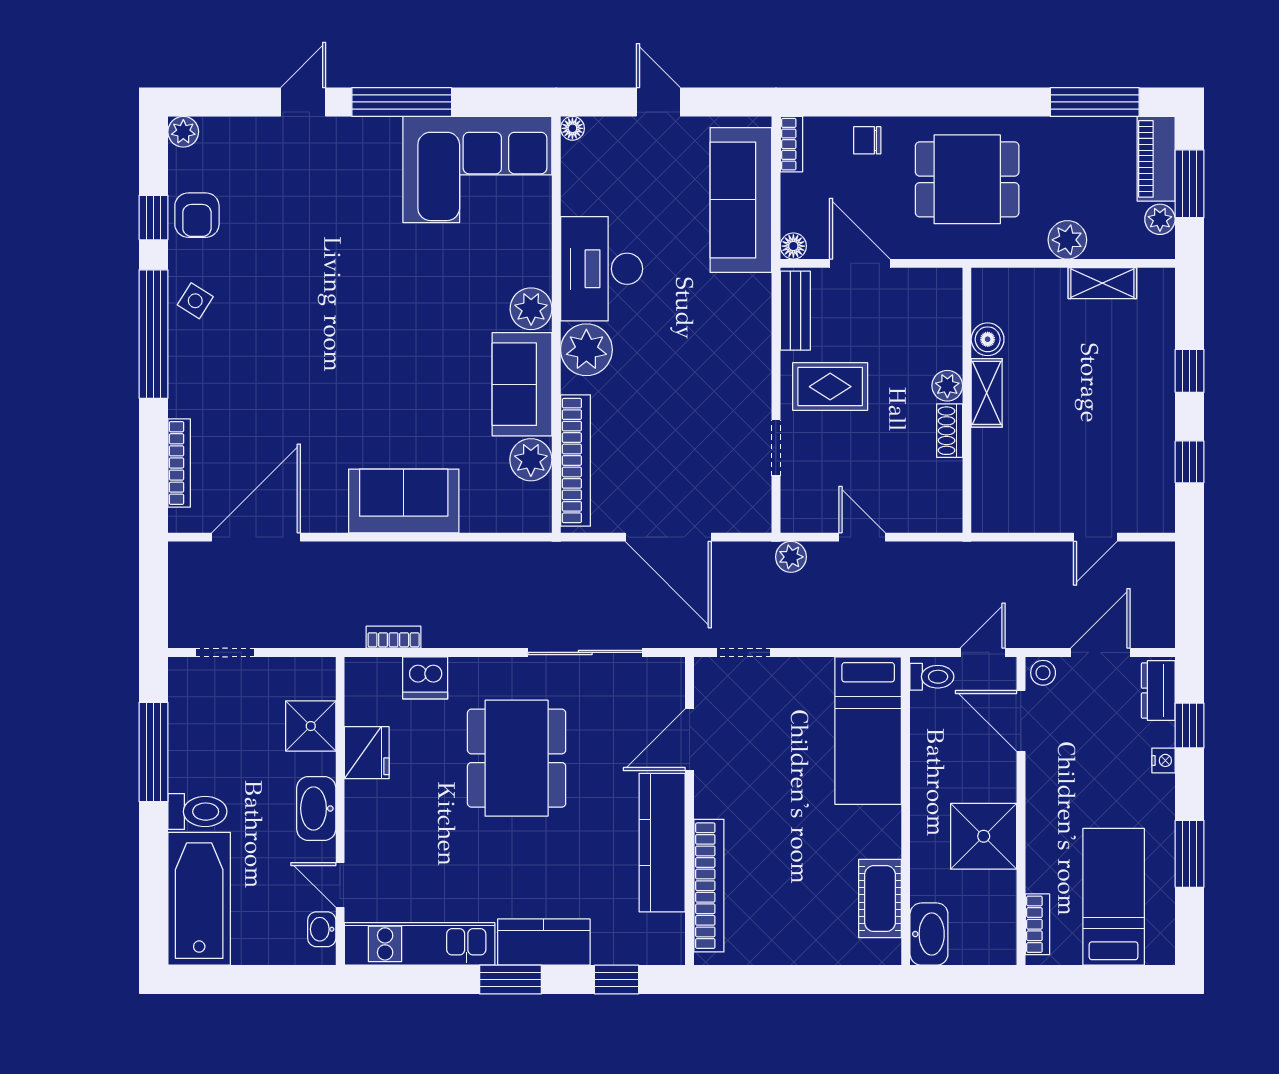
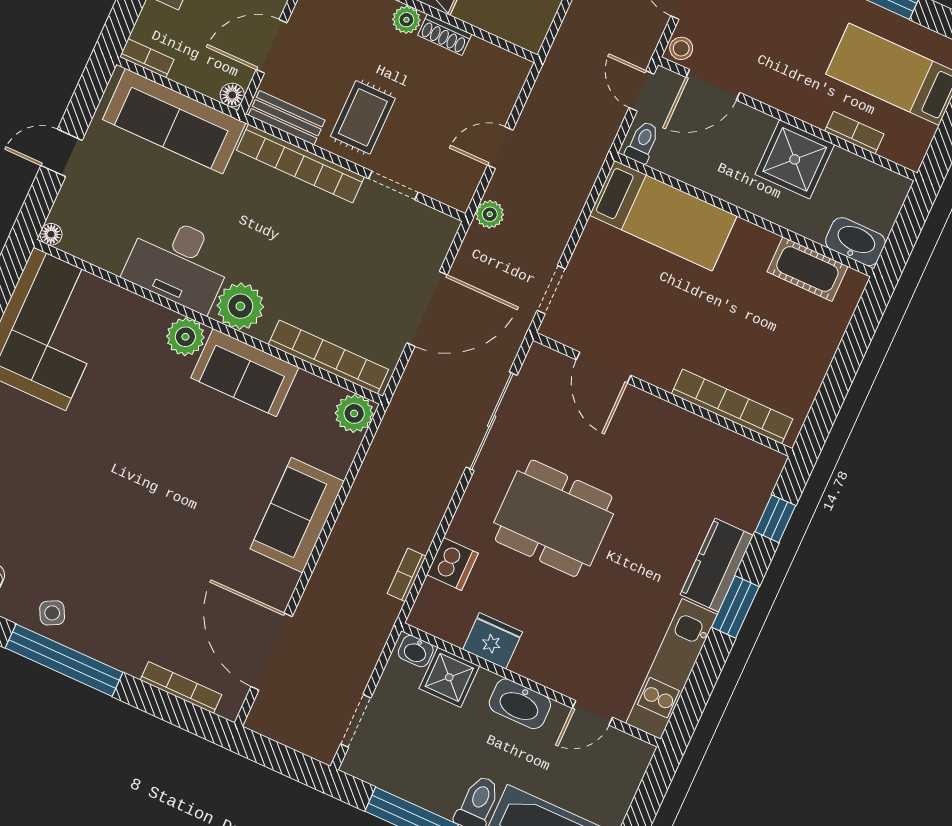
side table: (195, 301) -> (52, 613), turned 31
bookcase: (756, 345) -> (300, 164), added
plant: (531, 460) -> (354, 413), moved
kitchen counter: (662, 843) -> (679, 429), removed
bookcase: (1037, 924) -> (854, 133), moved
washbasin: (322, 929) -> (416, 651), moved

